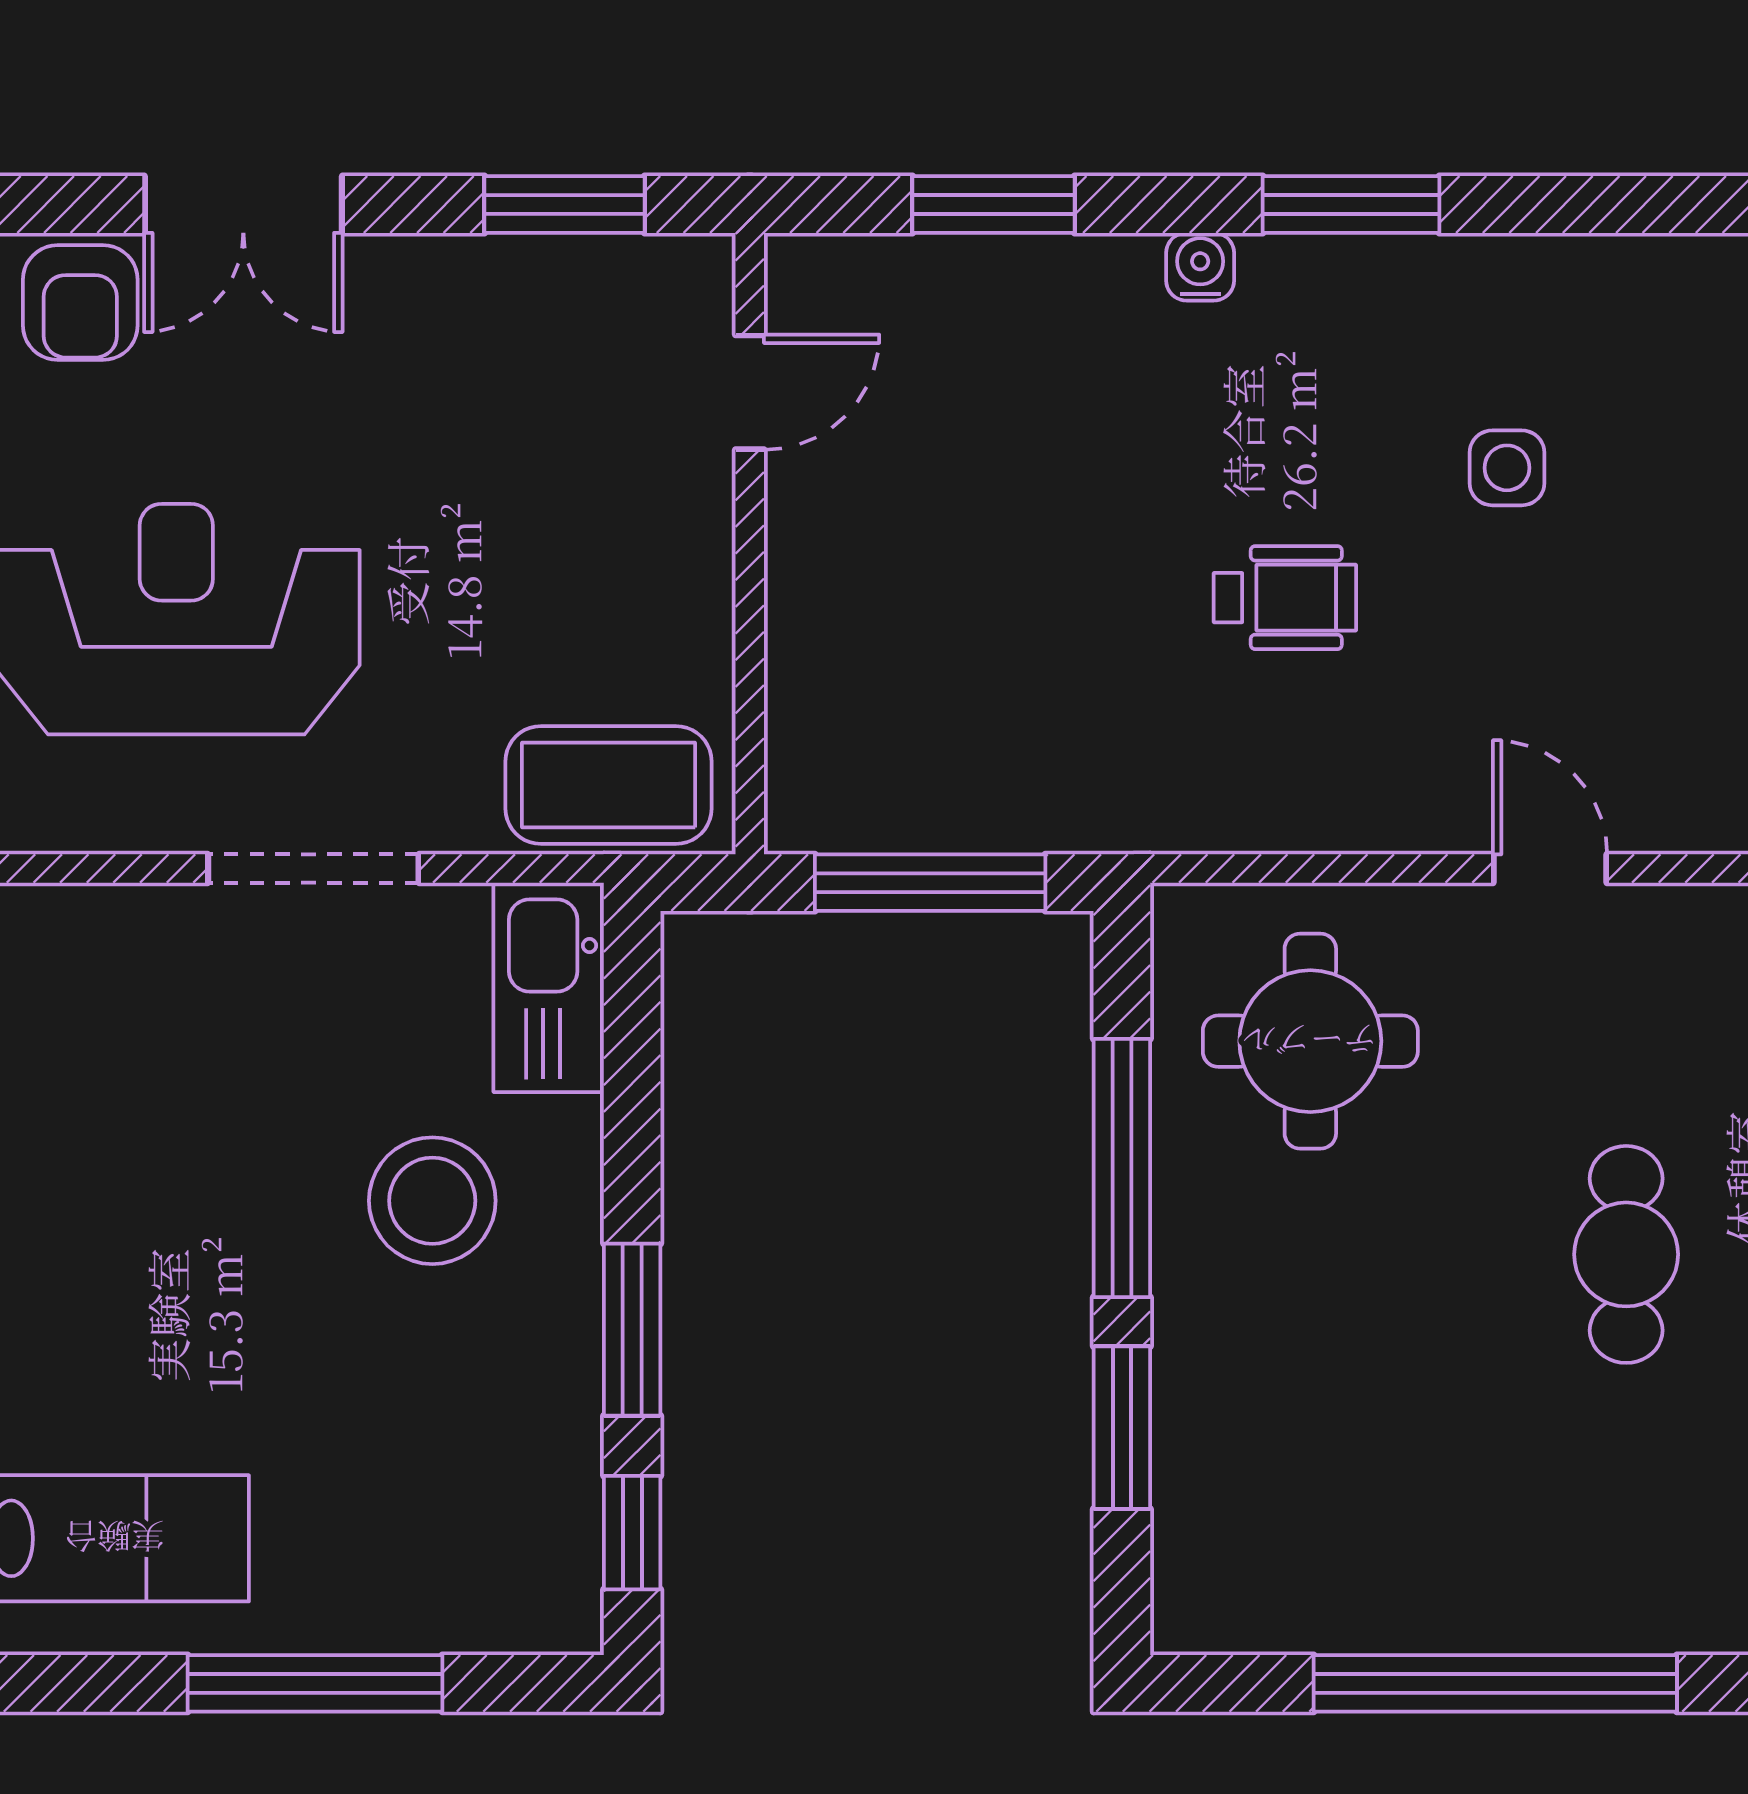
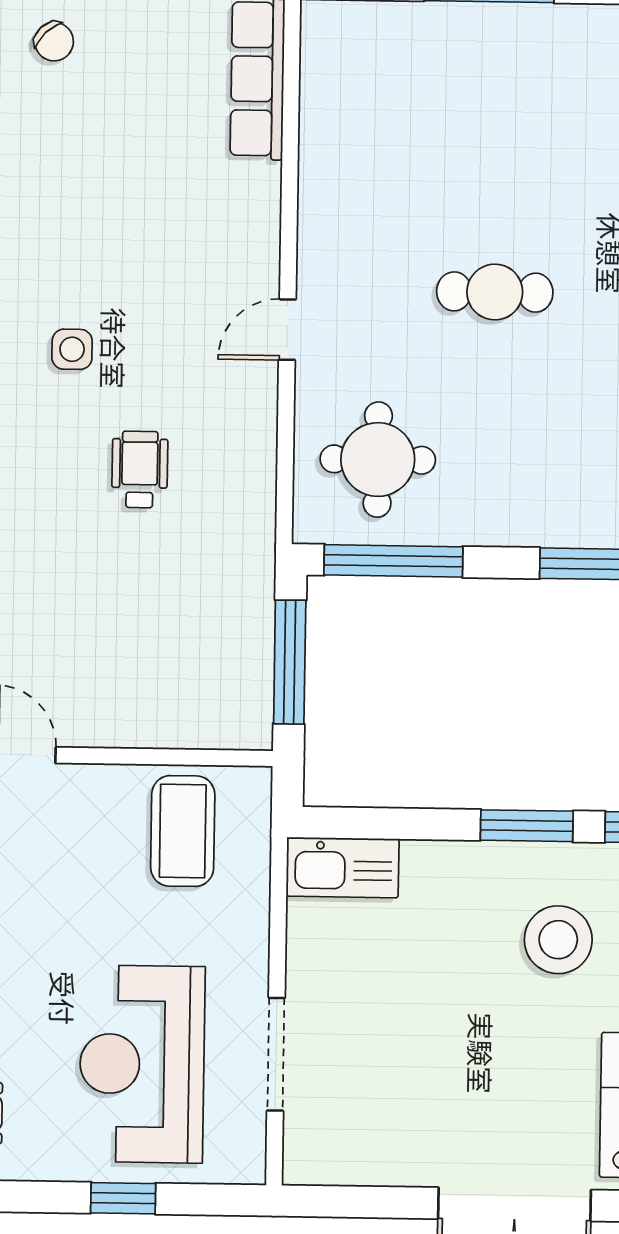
coffee table: (608, 785) -> (183, 831), moved
doorway: (313, 869) -> (276, 1054), moved
window: (1122, 1168) -> (393, 561), moved
stool: (432, 1201) -> (558, 940), moved

